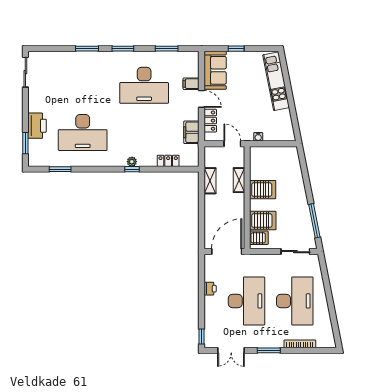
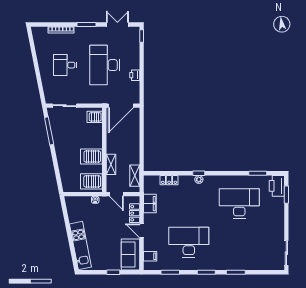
filing cabinet: (191, 84) -> (150, 256), moved
printer: (37, 126) -> (277, 186), moved
shelving: (210, 181) -> (135, 176), moved
server rack: (263, 221) -> (91, 181), moved
desk: (295, 301) -> (65, 65), width x0.53, depth x0.77

